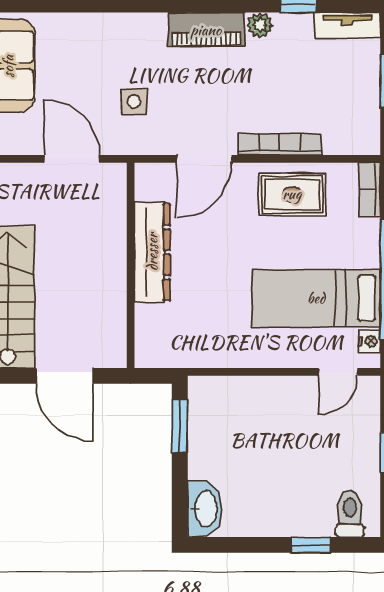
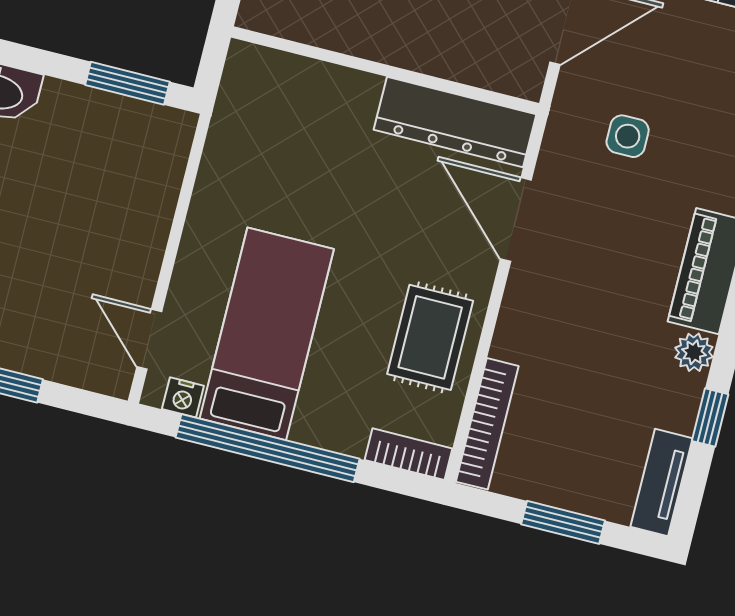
bookcase: (280, 144) -> (487, 424), moved
dresser: (152, 252) -> (455, 122), moved

